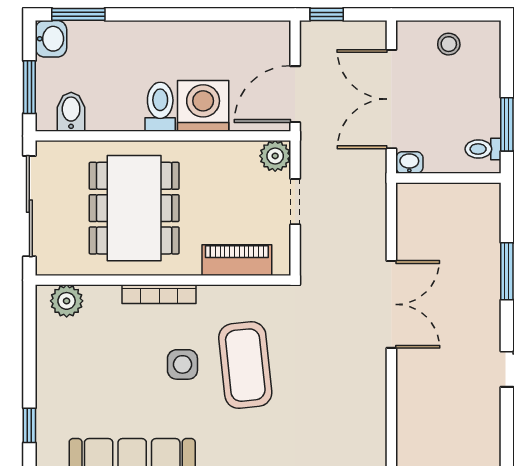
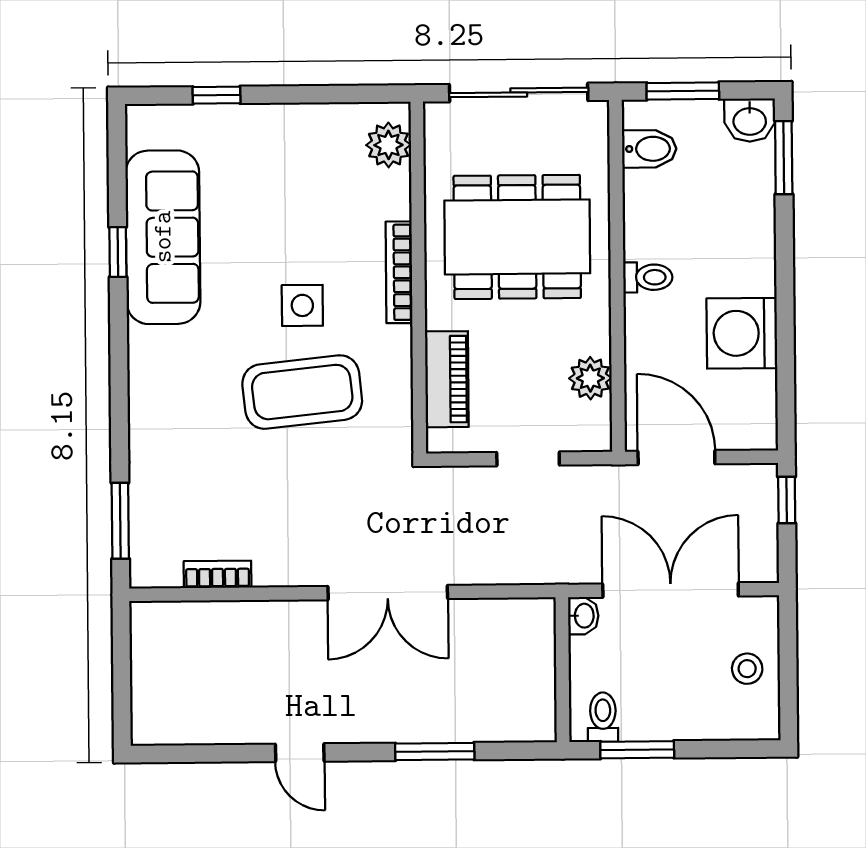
washing machine: (203, 106) -> (742, 333), moved, turned 180
toilet: (160, 107) -> (648, 277), width x0.73, depth x0.72
plant: (275, 156) -> (590, 378), moved
bookcase: (377, 428) -> (218, 574), added

